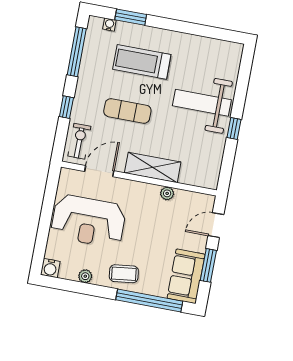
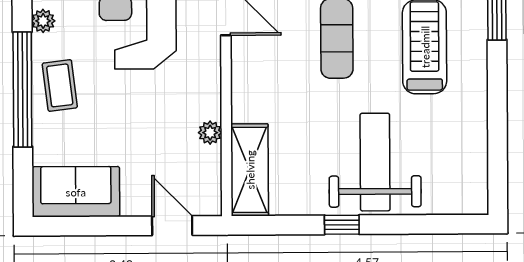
shelving: (153, 167) -> (250, 170), moved
window: (208, 265) -> (102, 226), removed
window: (149, 301) -> (22, 89), moved

